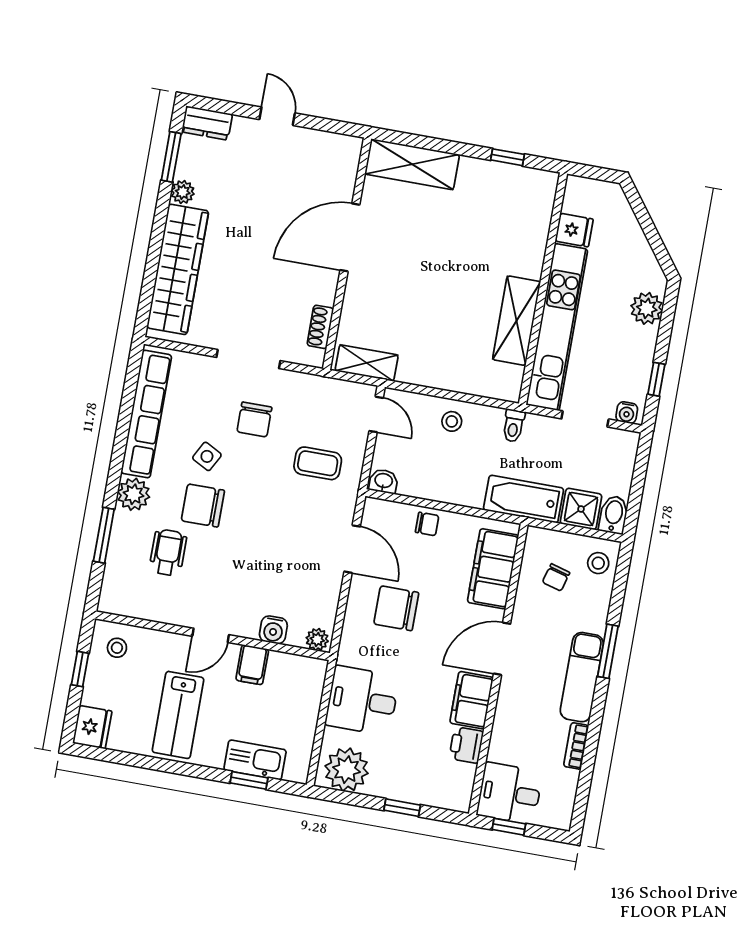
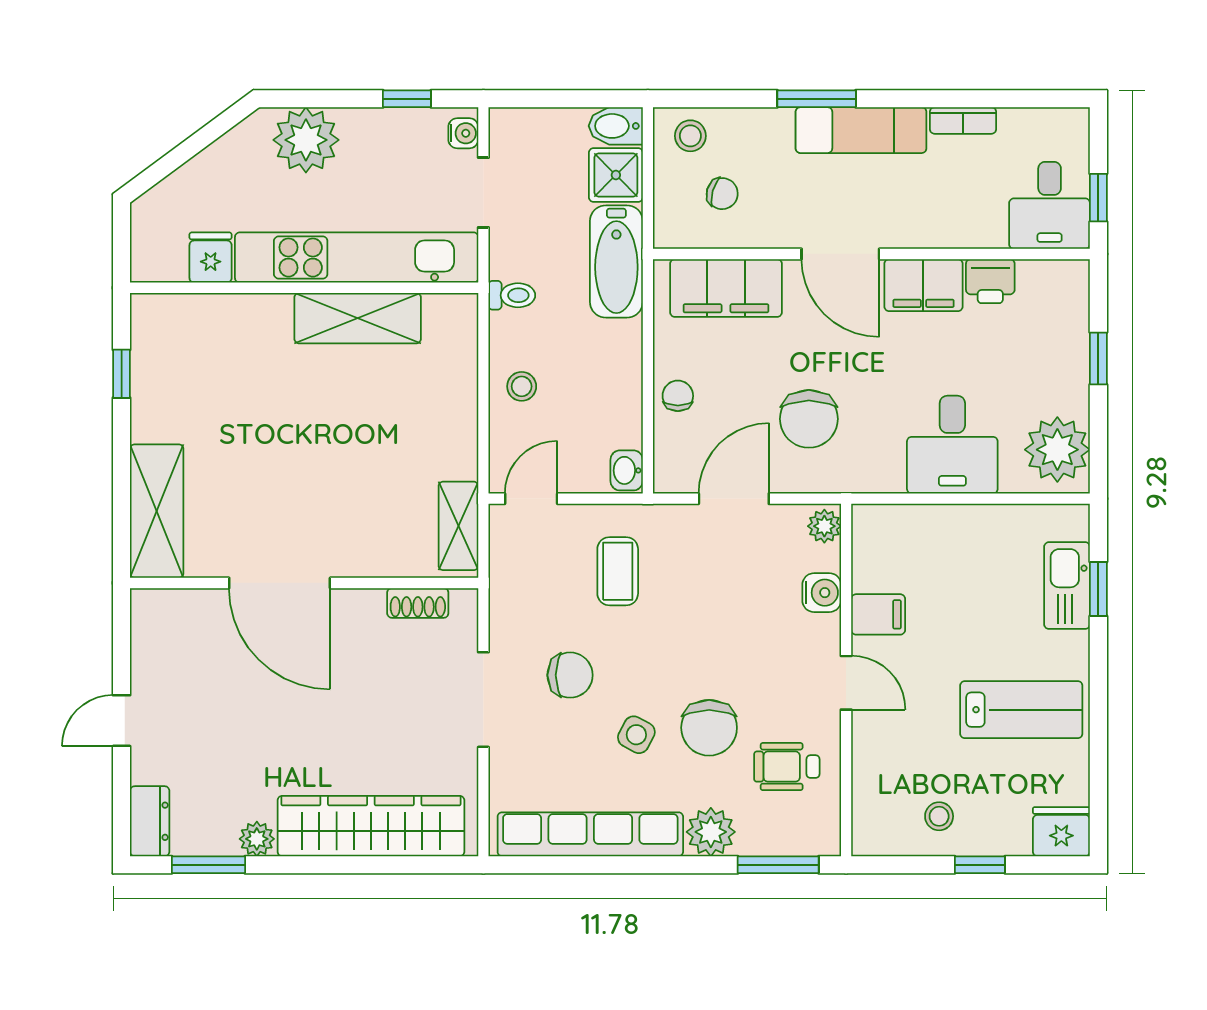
plant: (647, 308) -> (306, 140), width x1.36, depth x1.36
water cooler: (273, 630) -> (822, 593), moved
door: (211, 635) -> (846, 683), moved
wall: (212, 636) -> (846, 680), moved
plant: (317, 639) -> (824, 526), moved
filing cabinet: (252, 665) -> (878, 614), moved

